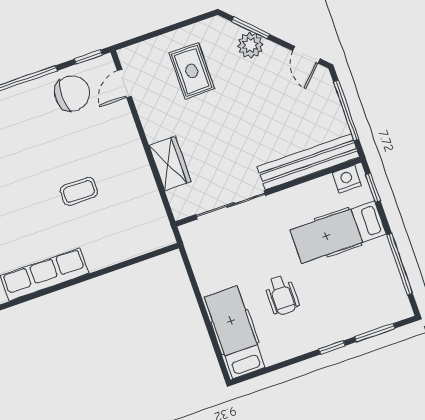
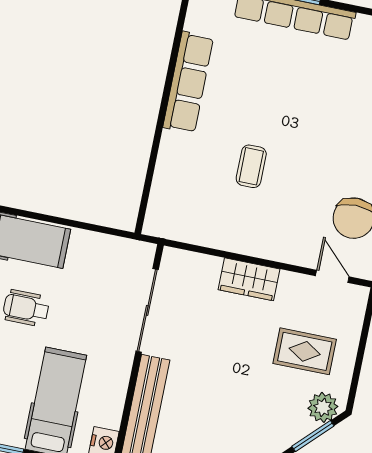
plant: (250, 45) -> (323, 407), moved
wardrobe: (170, 163) -> (249, 279), moved

